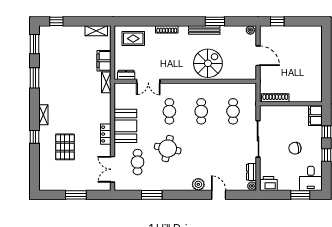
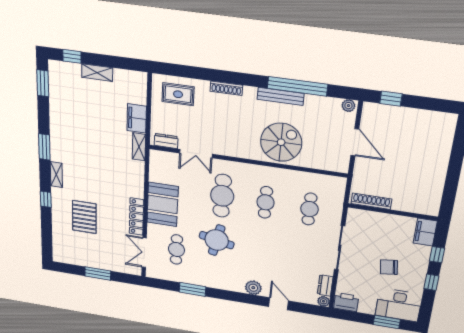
window: (215, 21) -> (297, 86), width x2.11
shelving: (96, 31) -> (97, 73), moved
window: (34, 78) -> (44, 147), moved
cafe table: (169, 111) -> (222, 196), width x1.37, depth x1.35
locker: (106, 134) -> (136, 217), width x1.53
desk: (311, 178) -> (399, 305), width x1.37

